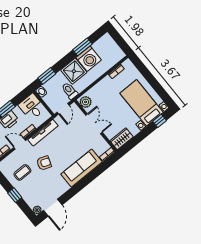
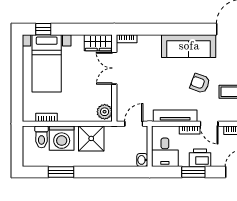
washing machine: (89, 59) -> (62, 138), moved, turned 180
shower: (74, 71) -> (91, 138), moved
window: (47, 76) -> (123, 172), removed
toilet: (70, 91) -> (42, 137), moved
double door: (94, 124) -> (114, 68), moved
sofa: (82, 168) -> (189, 46), moved

